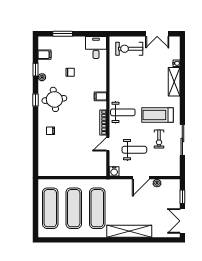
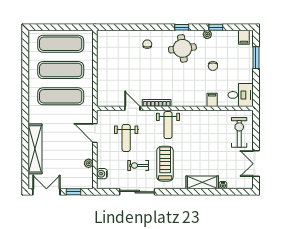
filing cabinet: (44, 55) -> (244, 37), moved
filing cabinet: (100, 96) -> (212, 100), moved
water cooler: (114, 171) -> (102, 174), moved
door: (141, 178) -> (95, 133), moved
shelving: (129, 231) -> (35, 149), moved

